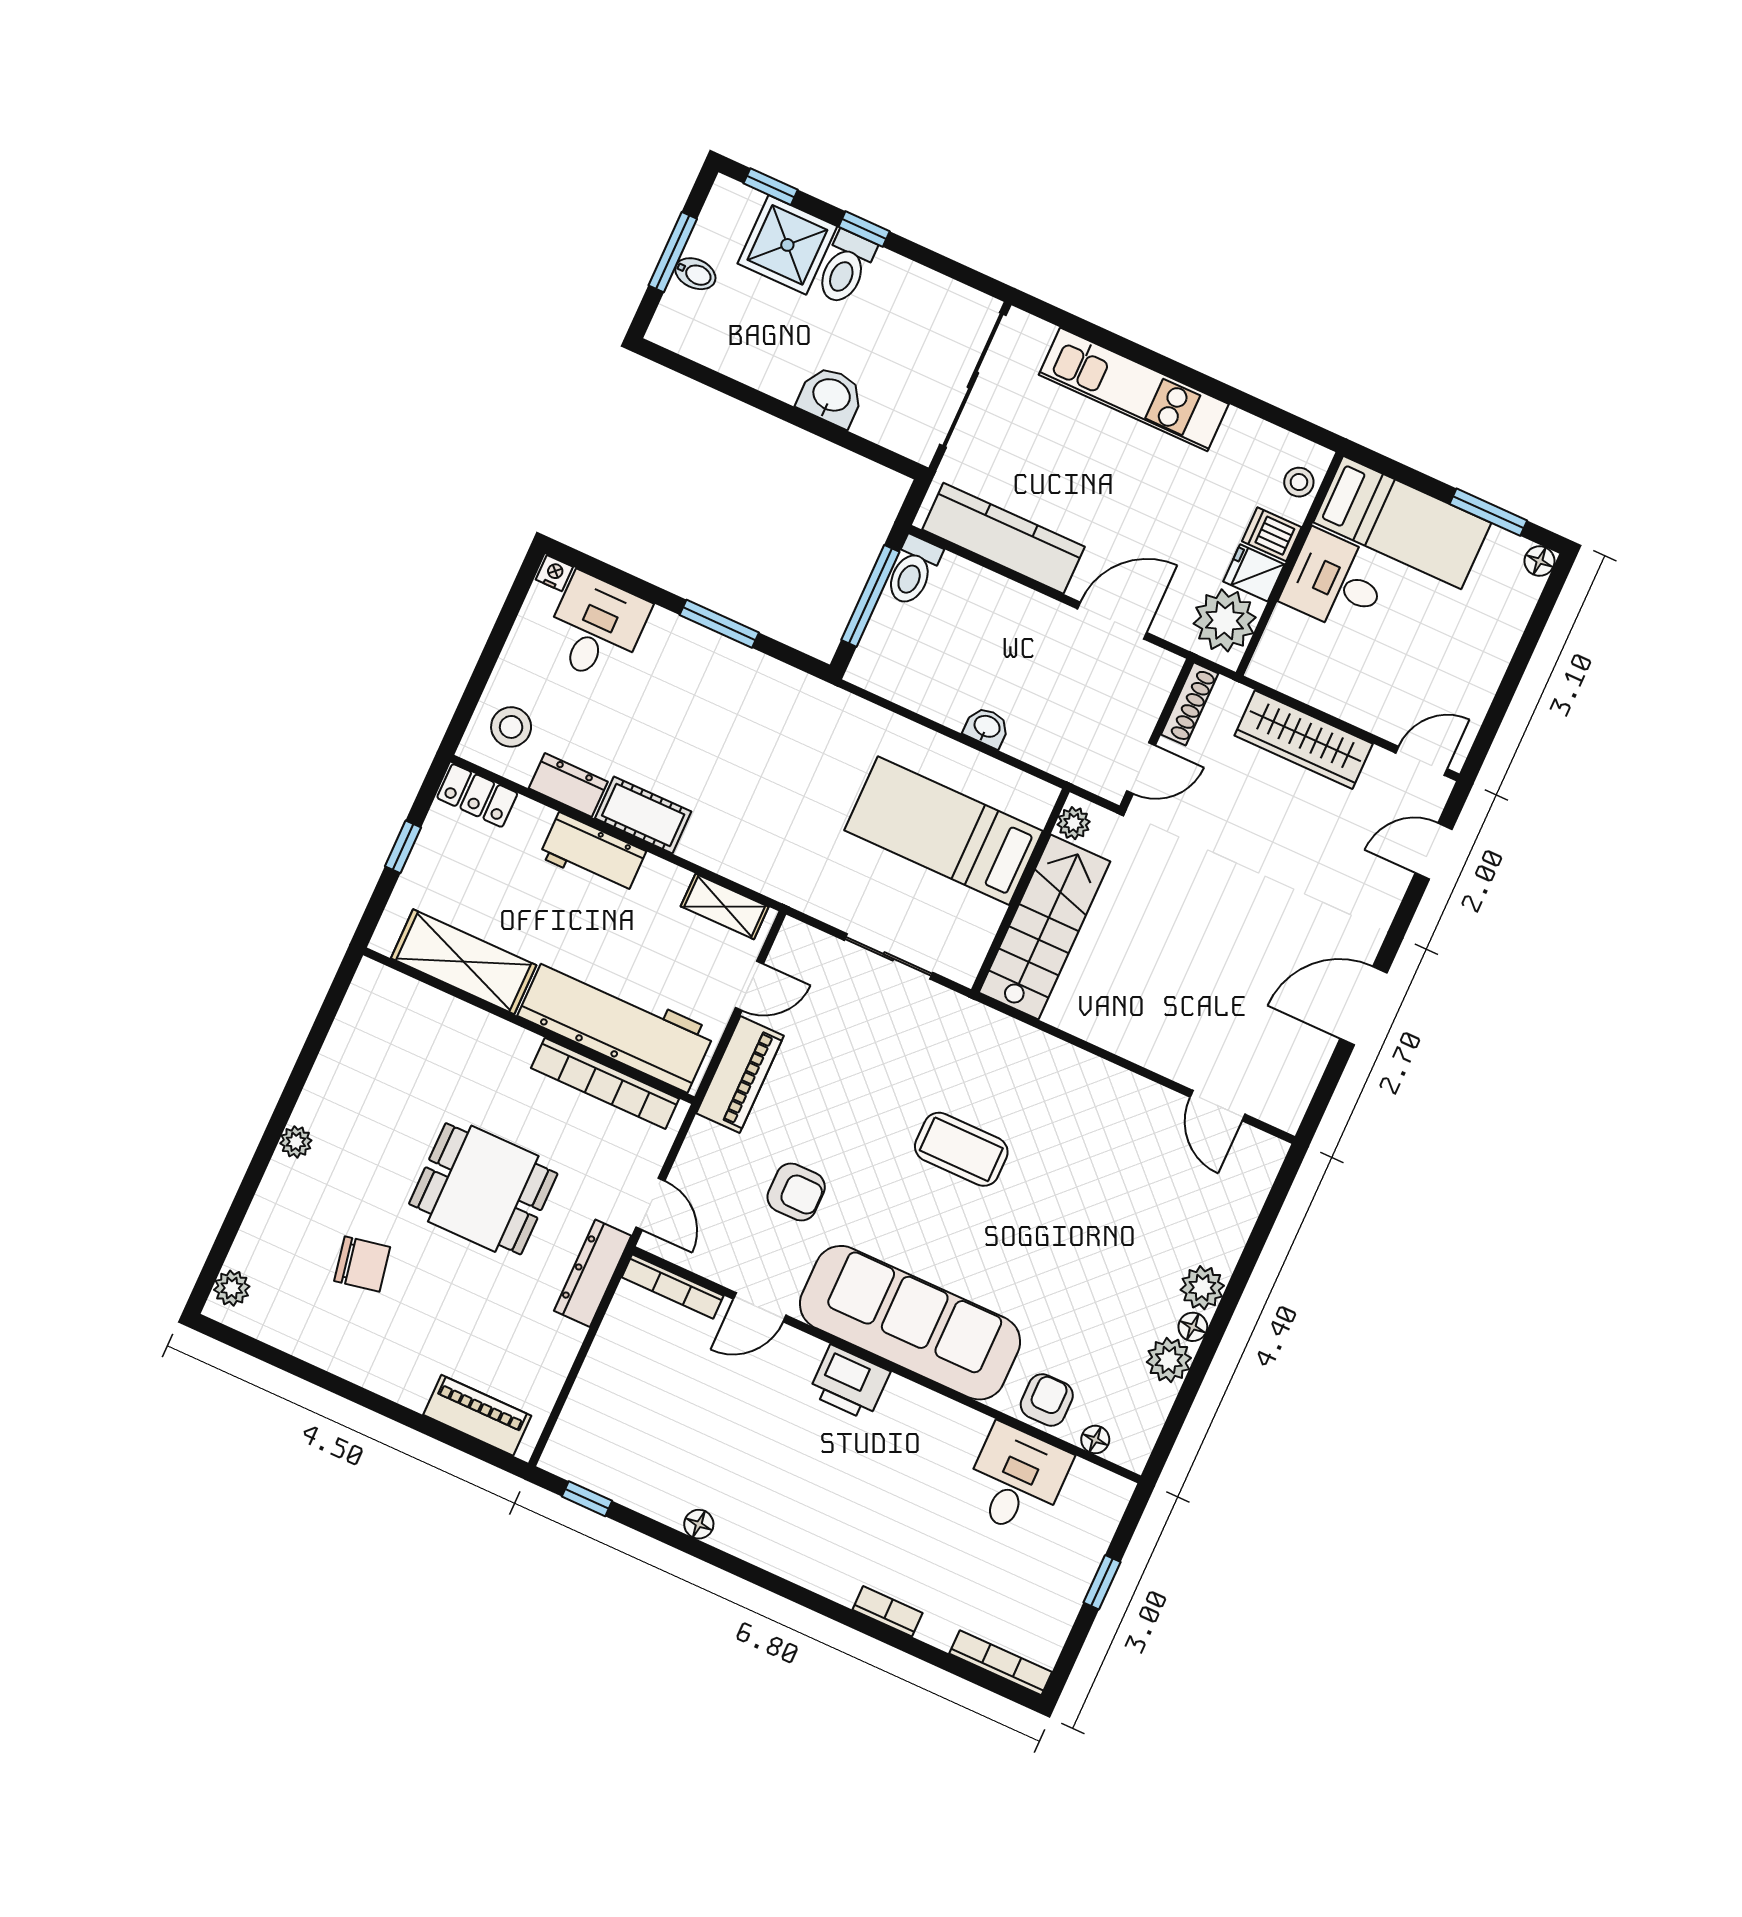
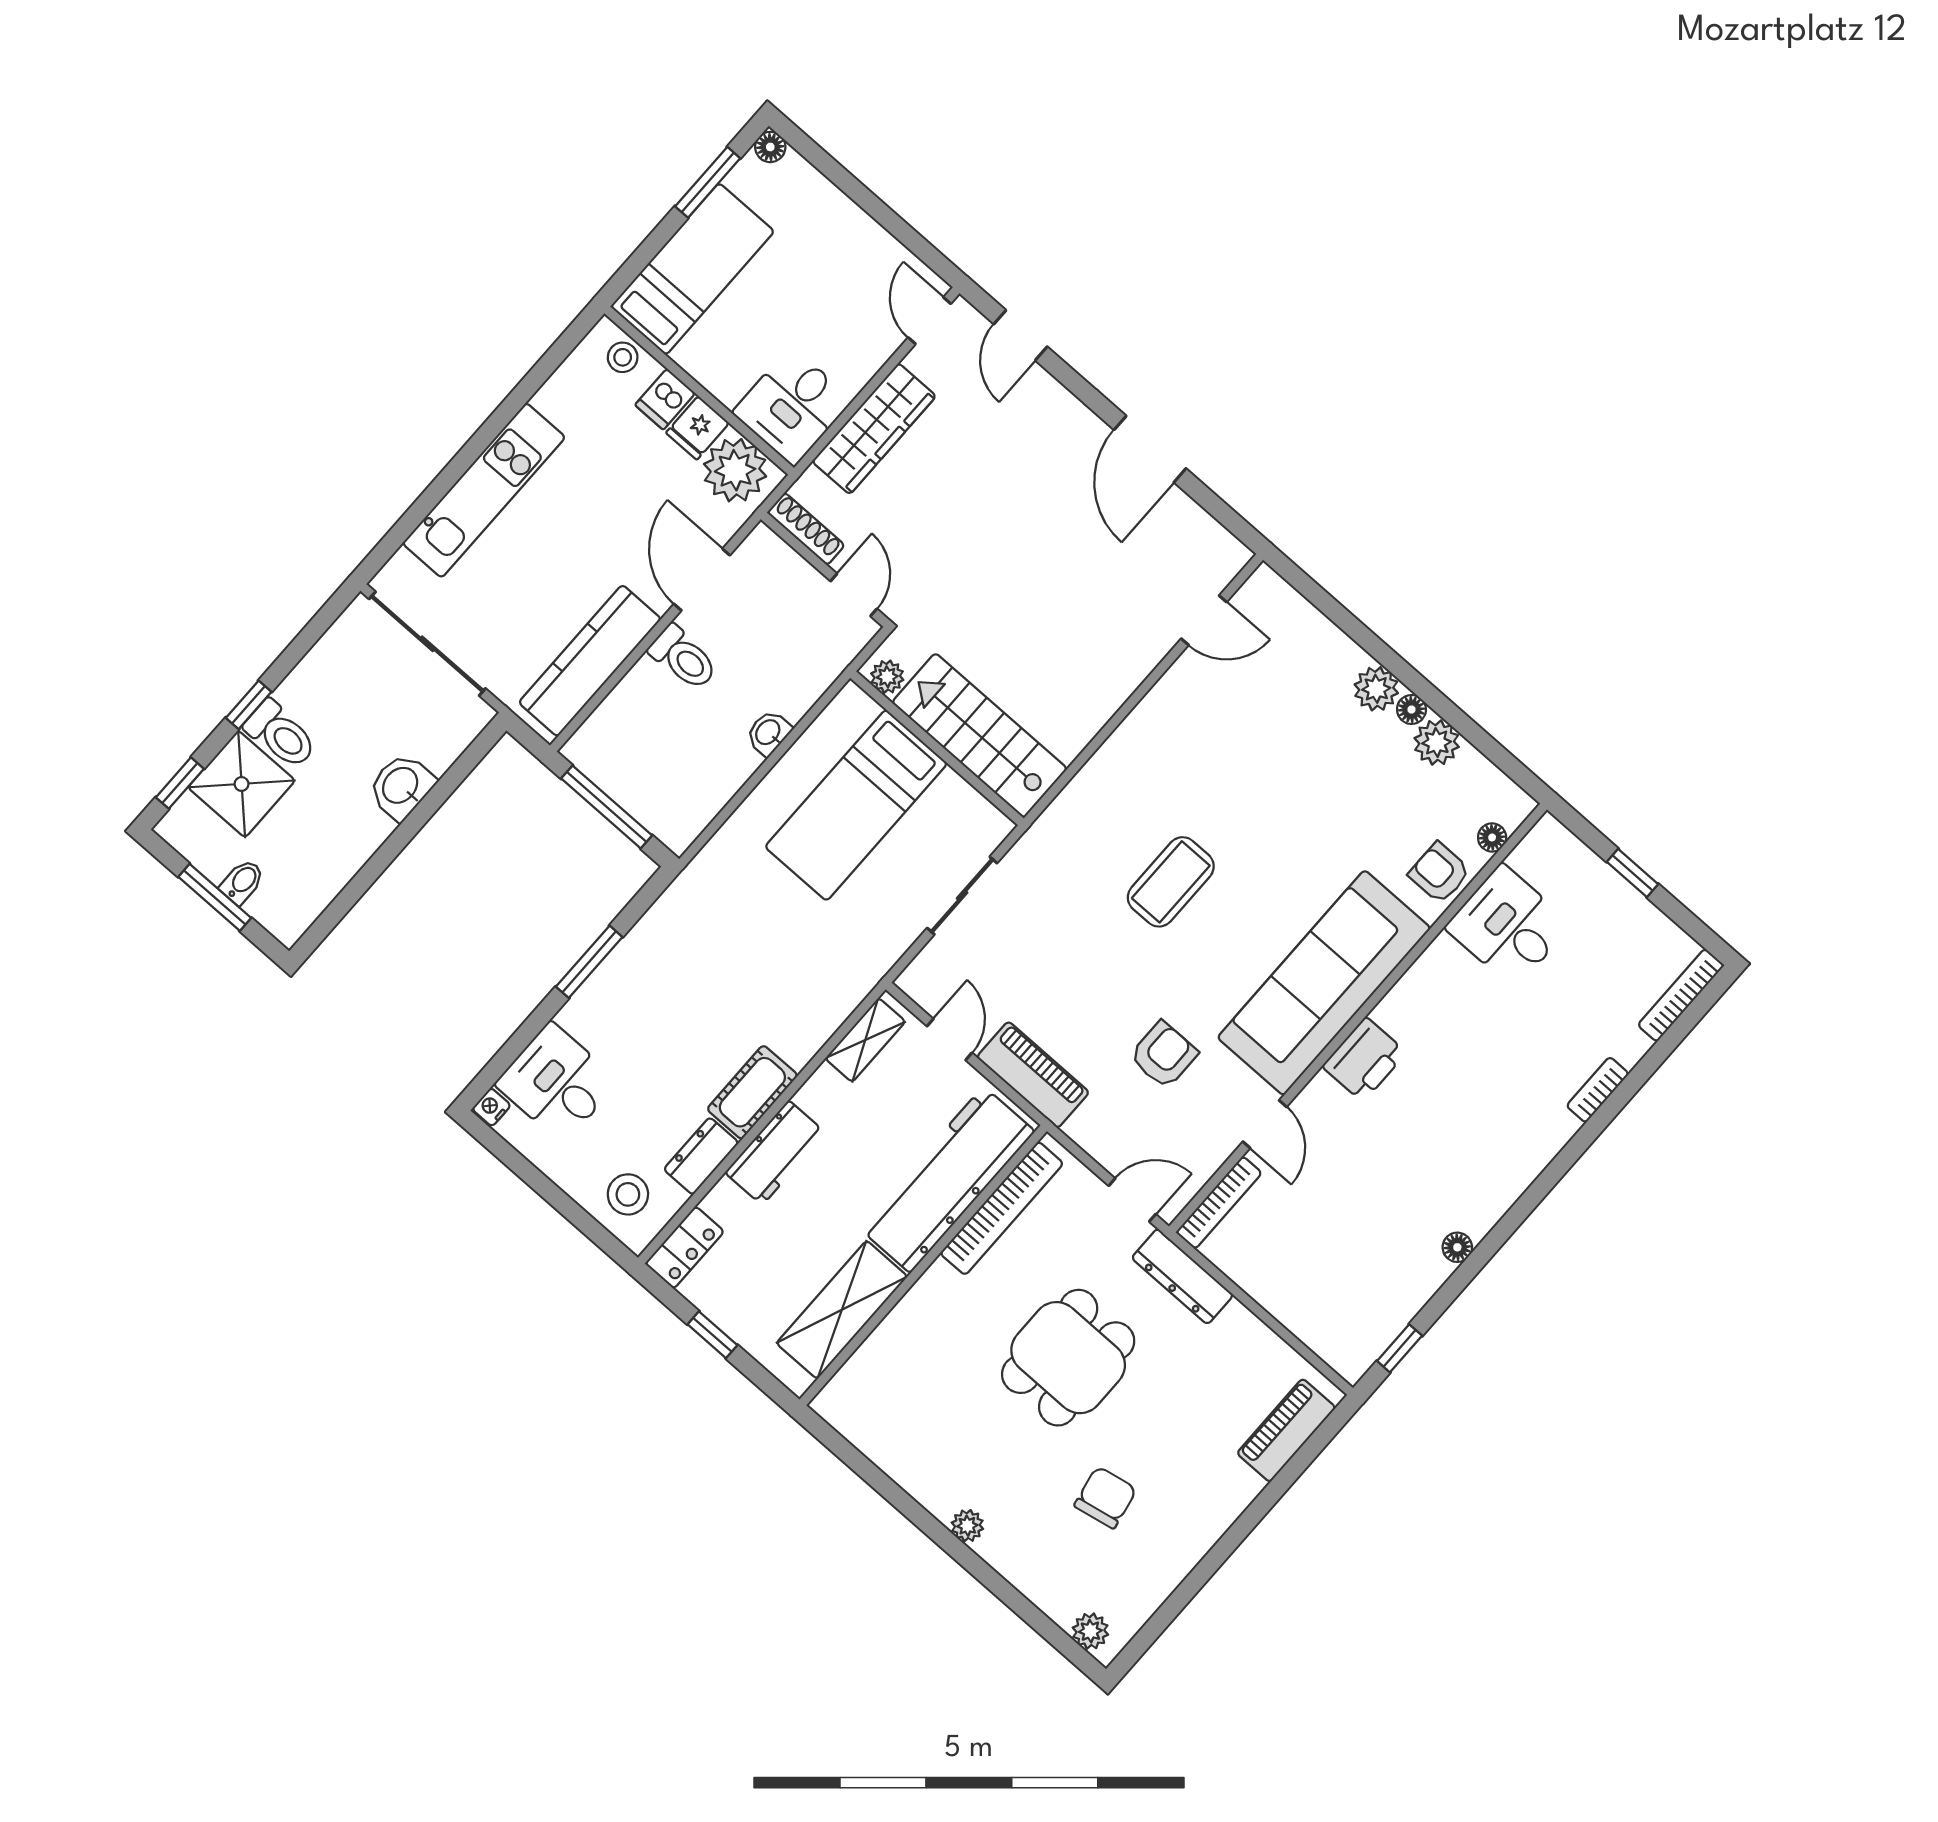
toilet: (913, 571) -> (683, 658), moved
desk: (1335, 582) -> (792, 406), moved

